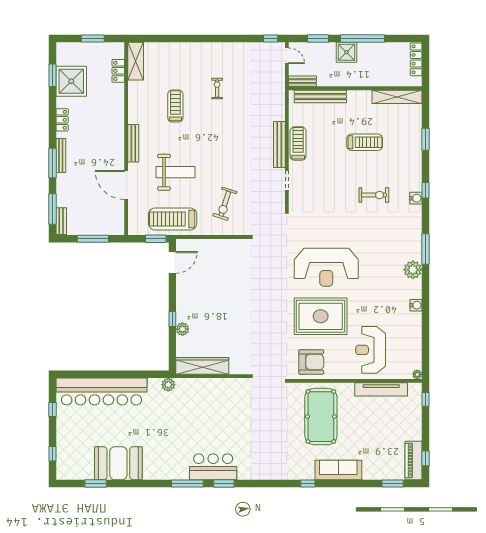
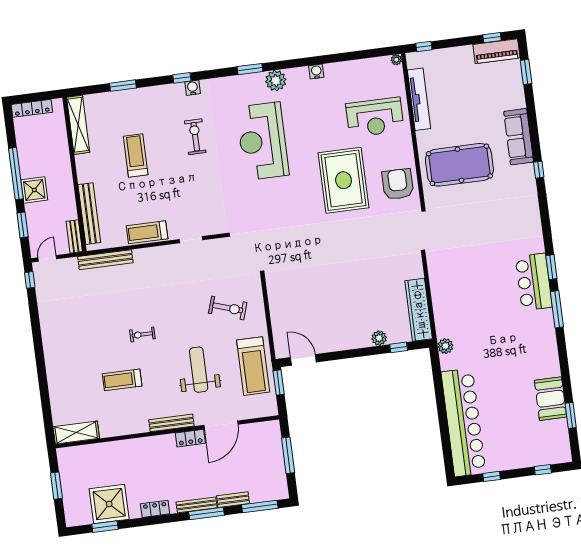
locker: (118, 71) -> (190, 438), moved
exercise bike: (217, 89) -> (142, 334), moved
bench: (279, 144) -> (105, 260), moved
bench: (61, 221) -> (233, 500), moved
window: (425, 249) -> (250, 69), width x0.69
reception desk: (326, 267) -> (263, 141), moved, turned 180
window: (172, 319) -> (399, 347), moved
booth: (118, 463) -> (551, 399), width x0.73, depth x0.70

